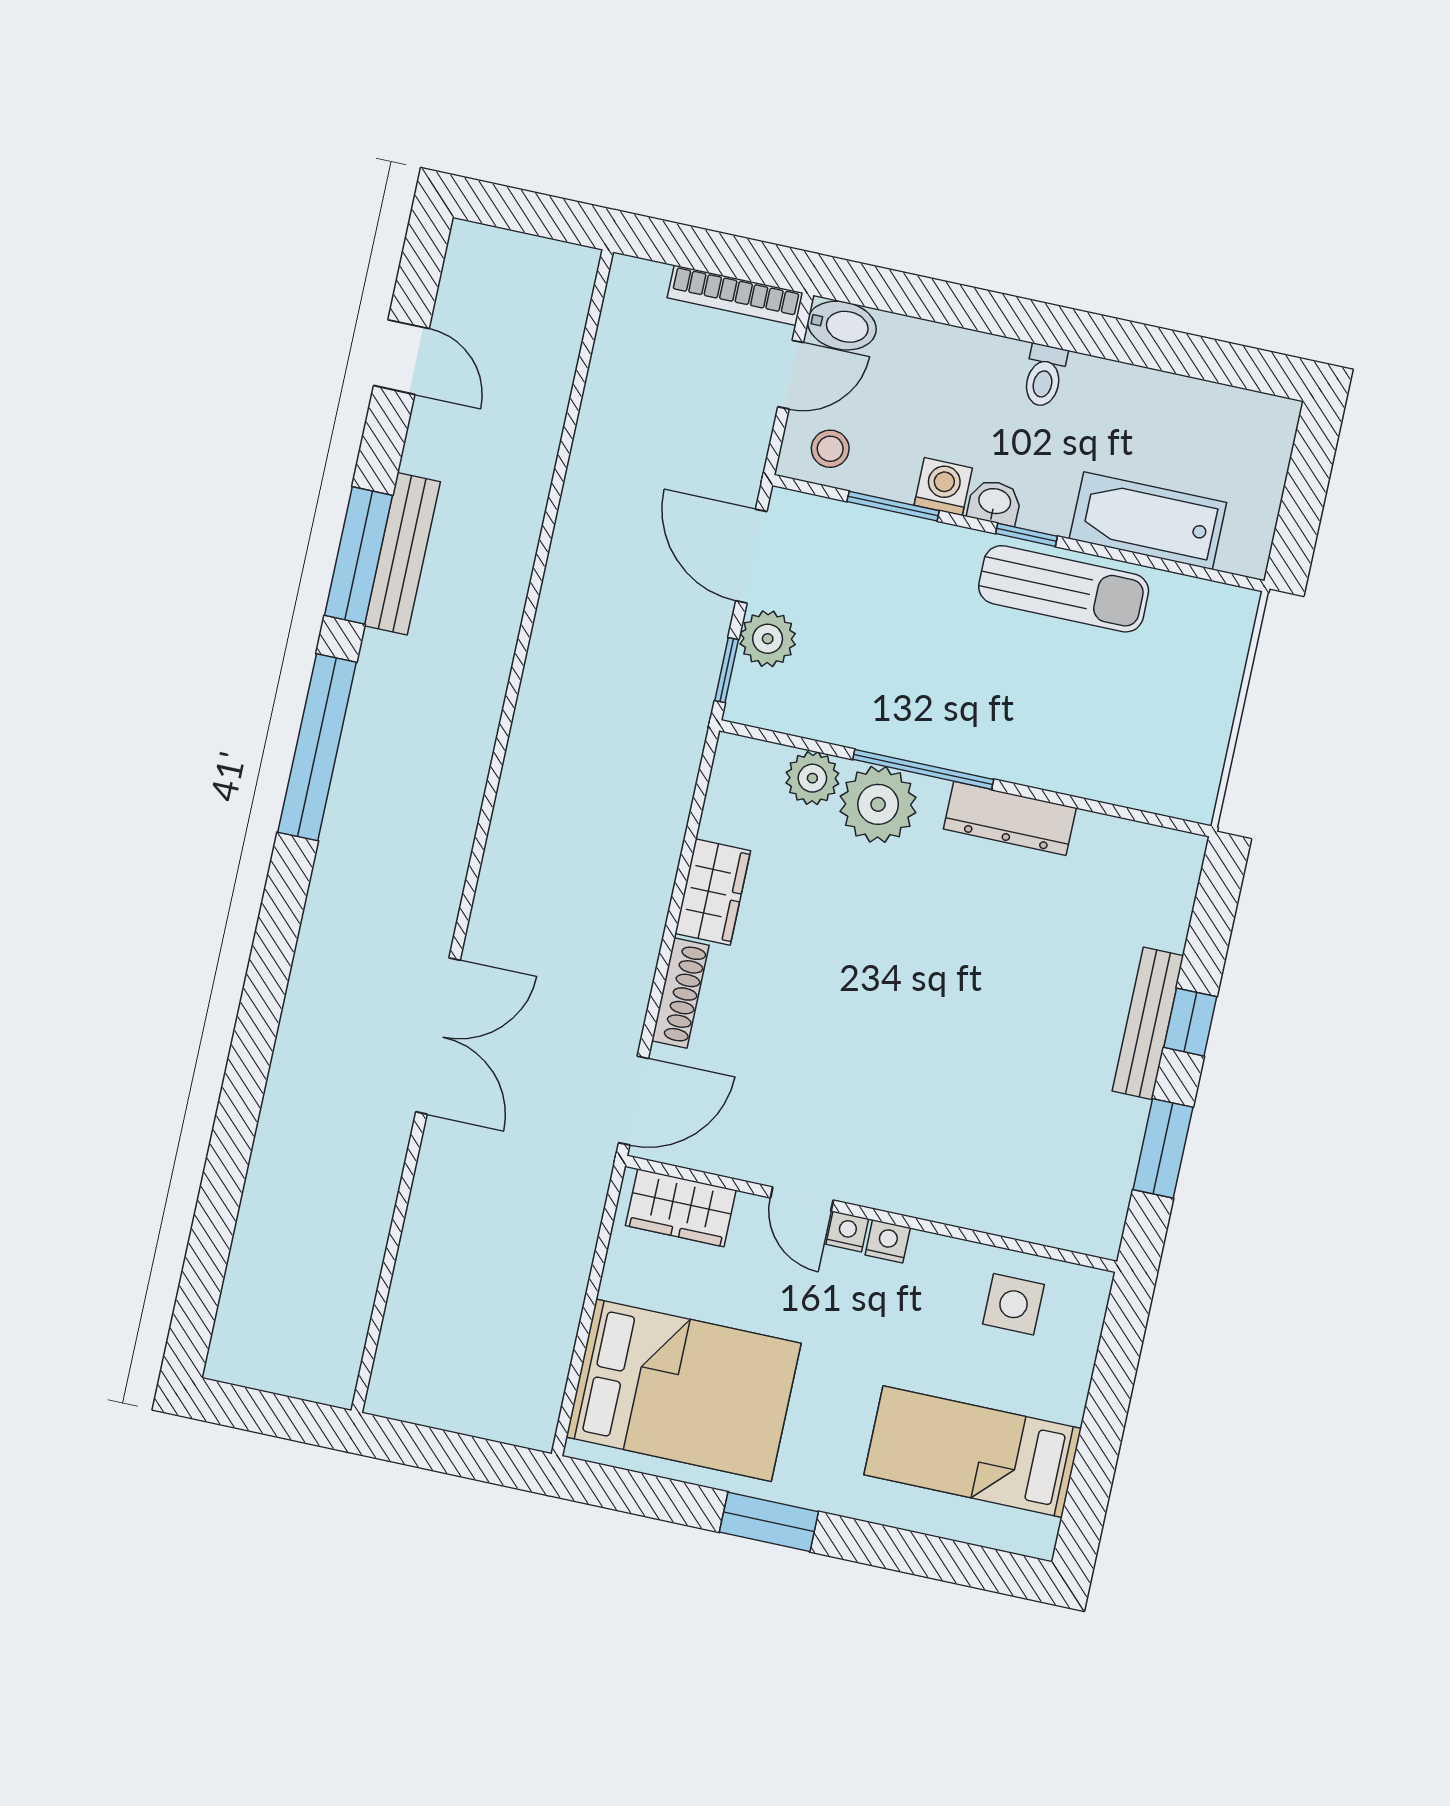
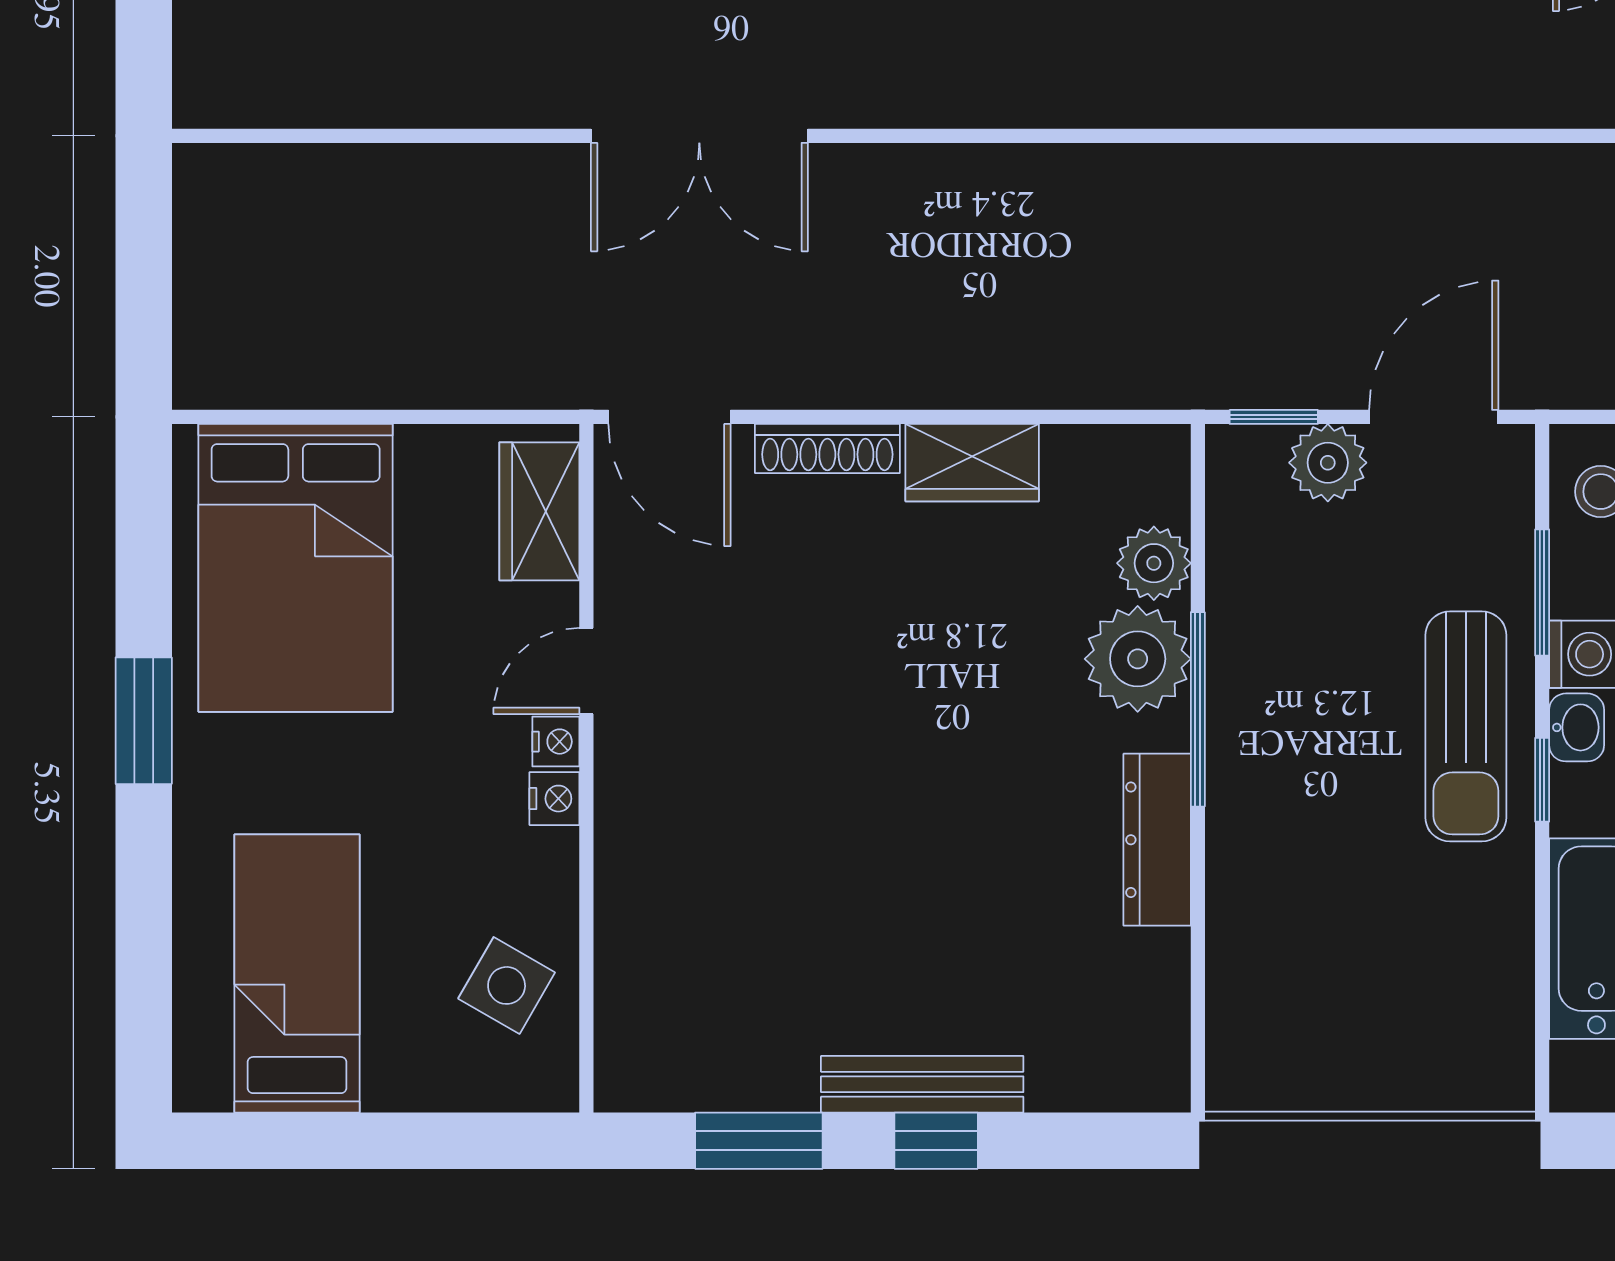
sun lounger: (1064, 589) -> (1466, 726), moved
side table: (1014, 1304) -> (507, 985), turned 30

